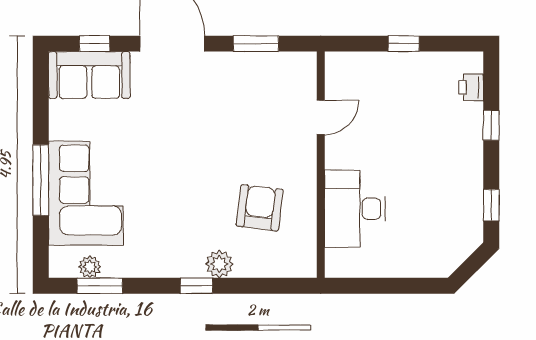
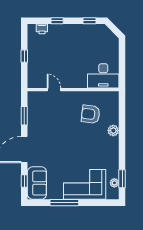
window: (41, 180) -> (64, 203), moved
desk: (355, 209) -> (103, 76), moved
window: (196, 286) -> (122, 140), removed

